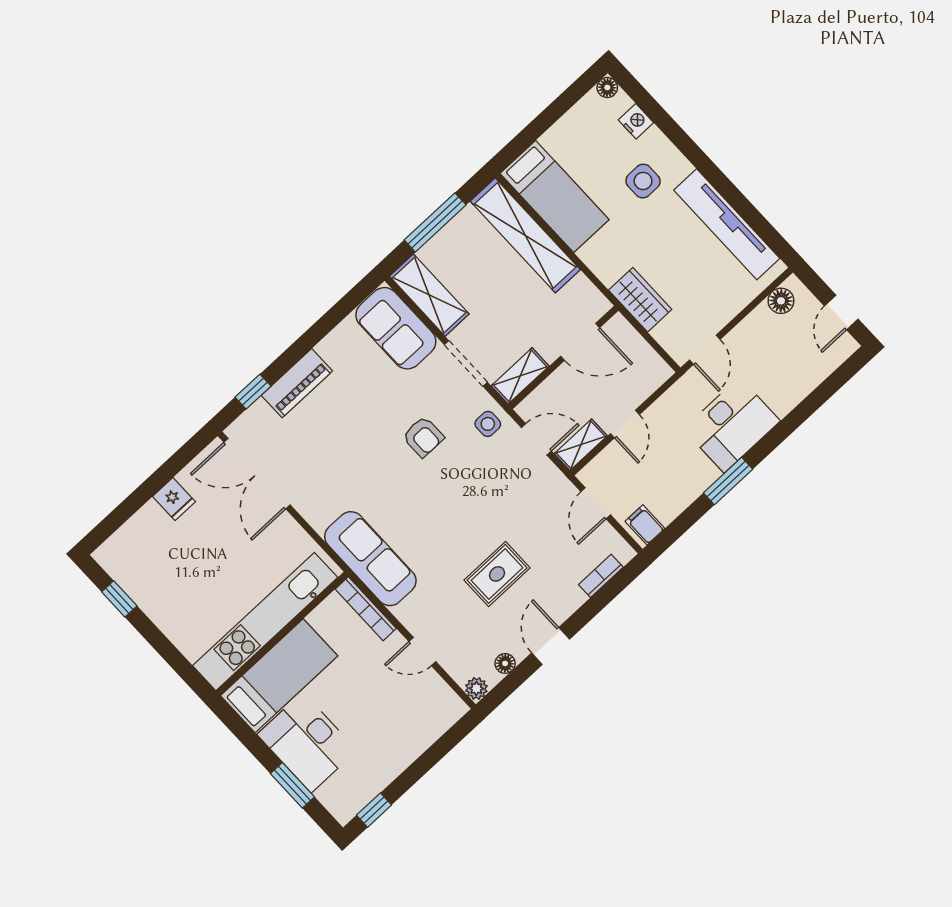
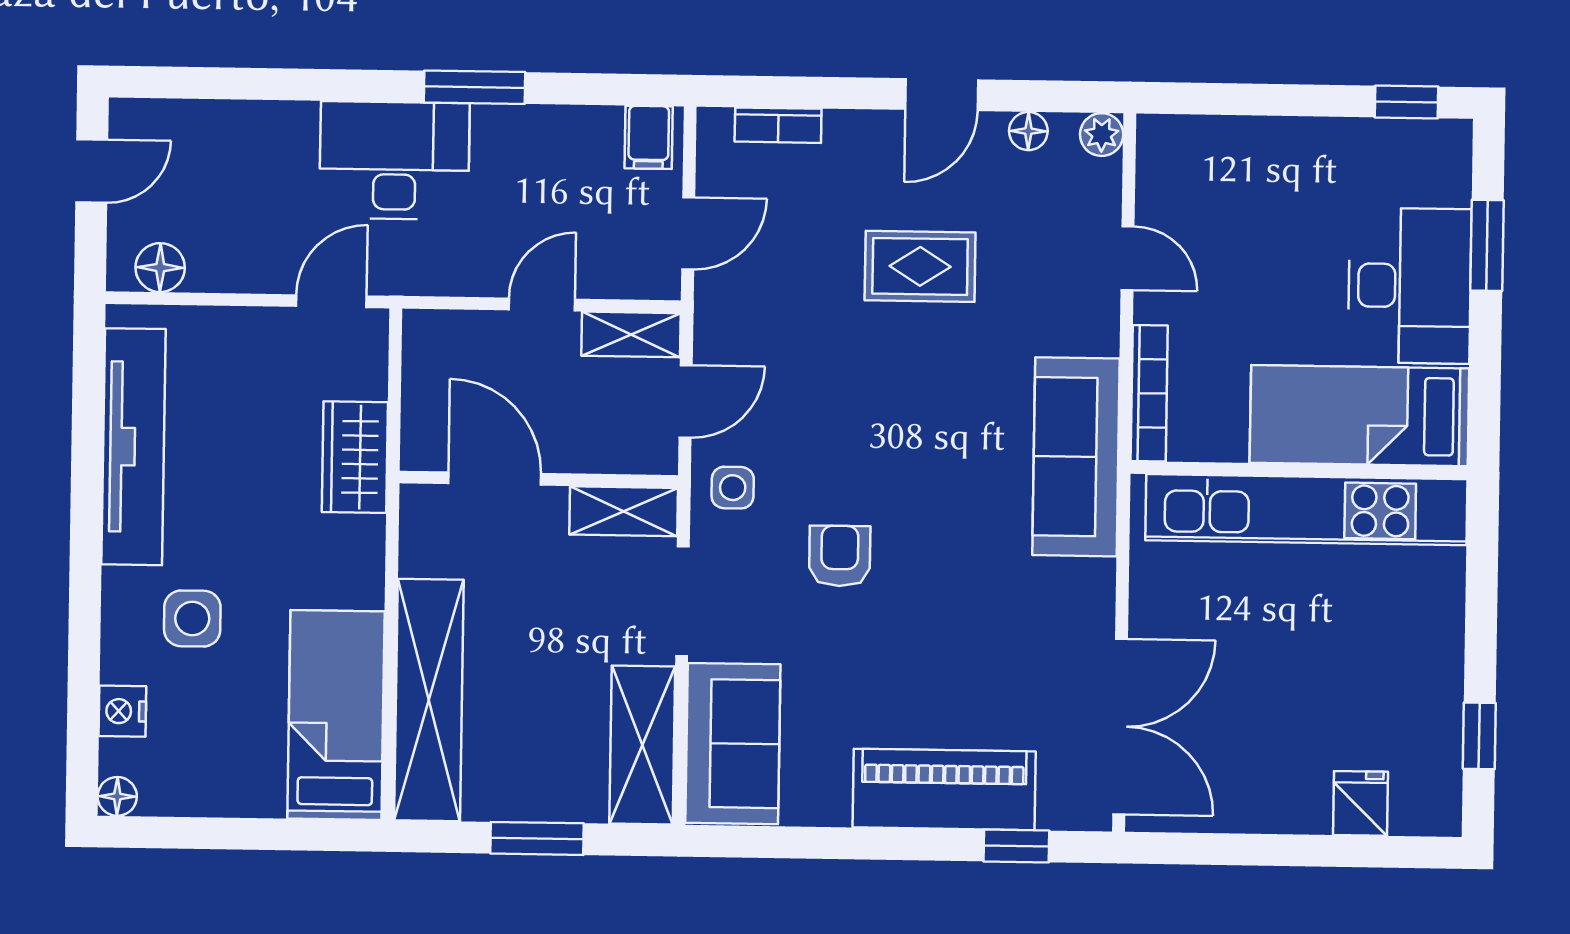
window: (435, 222) -> (537, 838), width x0.69
piano: (297, 383) -> (944, 789), width x1.37, depth x1.33
door: (536, 439) -> (686, 401), swing flipped
fridge: (174, 499) -> (1360, 803), moved

